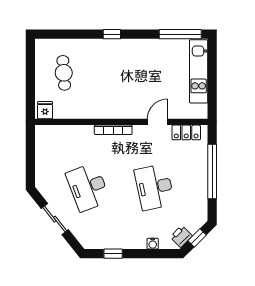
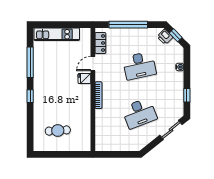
window: (180, 34) -> (30, 62), moved
fridge: (45, 110) -> (84, 79), moved
door: (157, 122) -> (93, 64), hinge flipped
sliding door: (55, 219) -> (171, 130), moved
printer: (181, 236) -> (165, 37), moved

